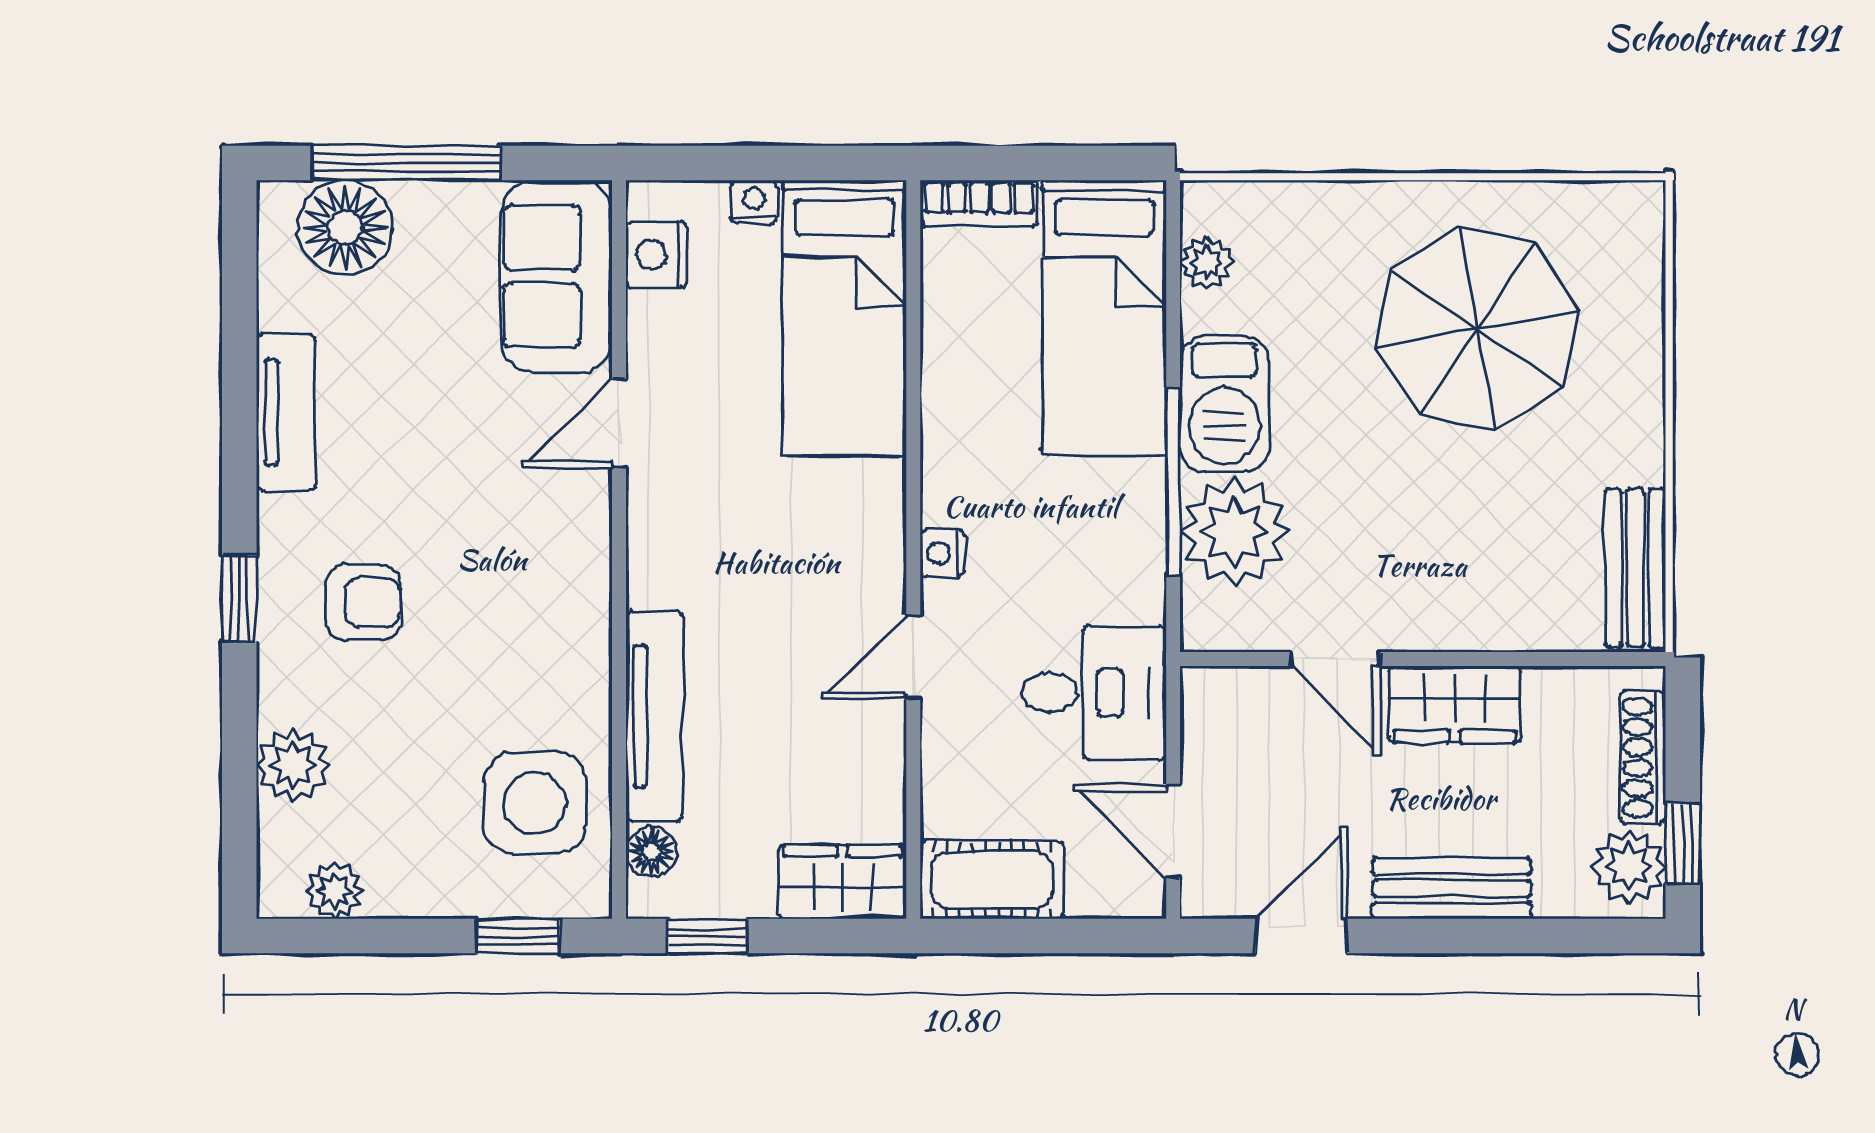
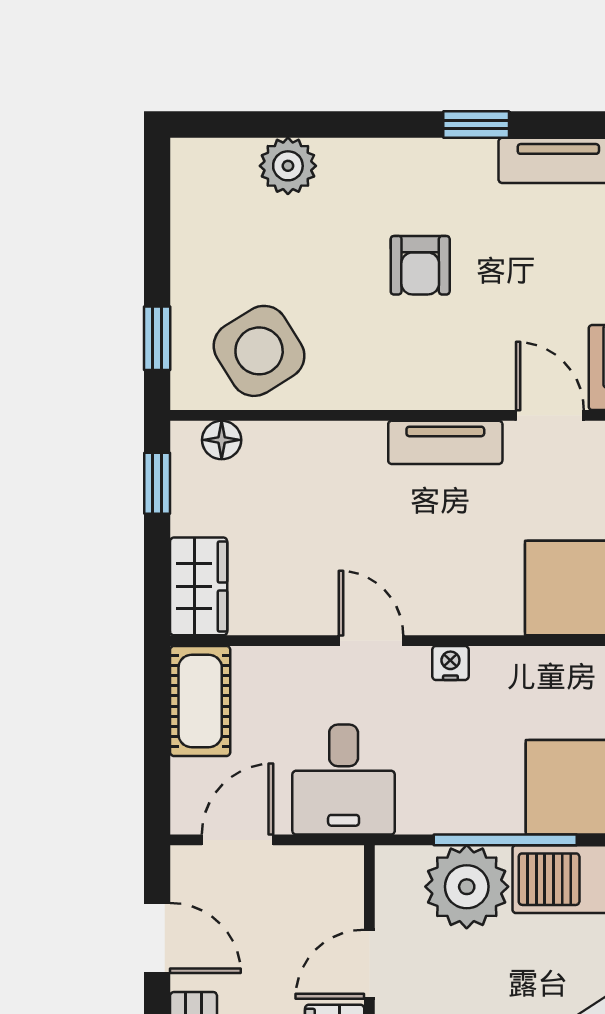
window: (239, 598) -> (476, 124), moved
armchair: (363, 602) -> (420, 265), moved
tv unit: (654, 716) -> (445, 442), moved, width x0.71
side table: (535, 803) -> (259, 351), turned -32
plant: (335, 891) -> (192, 198), removed

